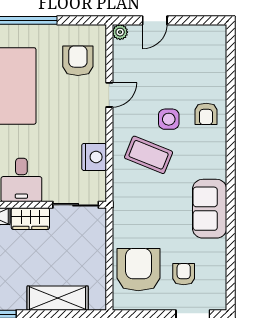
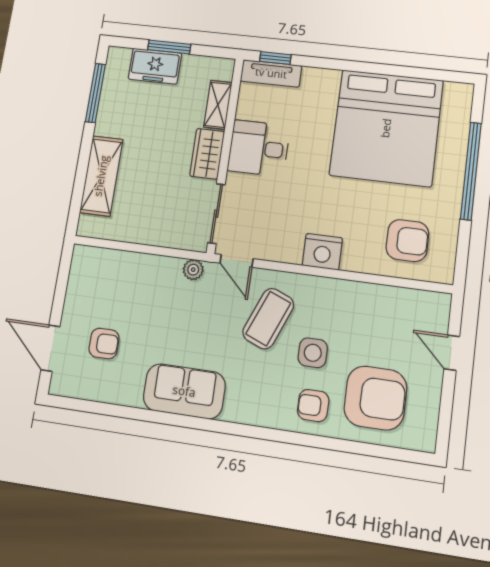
plant: (120, 32) -> (193, 270), moved
door: (109, 95) -> (237, 261), moved
nightstand: (94, 157) -> (322, 252), moved
armchair: (138, 270) -> (375, 398), moved

